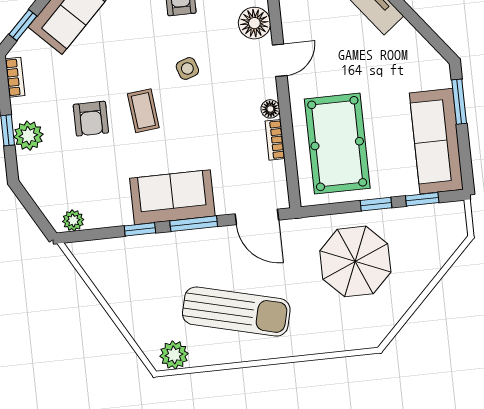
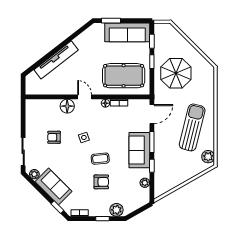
plant: (28, 136) -> (116, 210), moved
plant: (73, 220) -> (145, 183), moved

